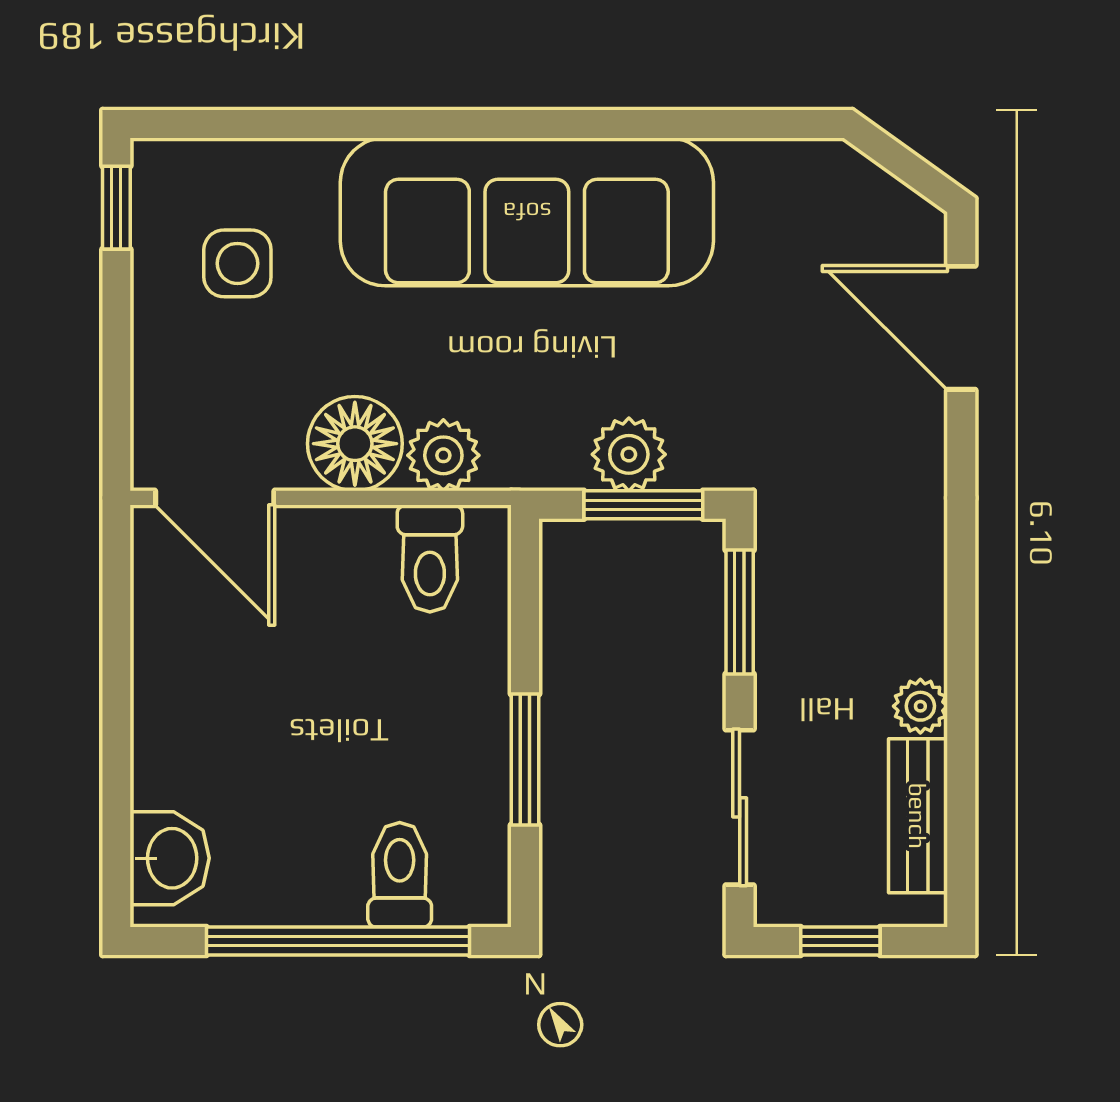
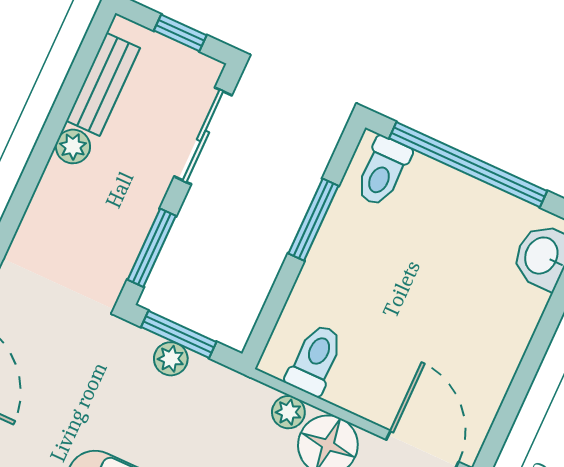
plant: (629, 454) -> (171, 359), width x0.73, depth x0.73
plant: (443, 455) -> (288, 412), width x0.73, depth x0.73
toilet: (400, 875) -> (383, 171), moved

